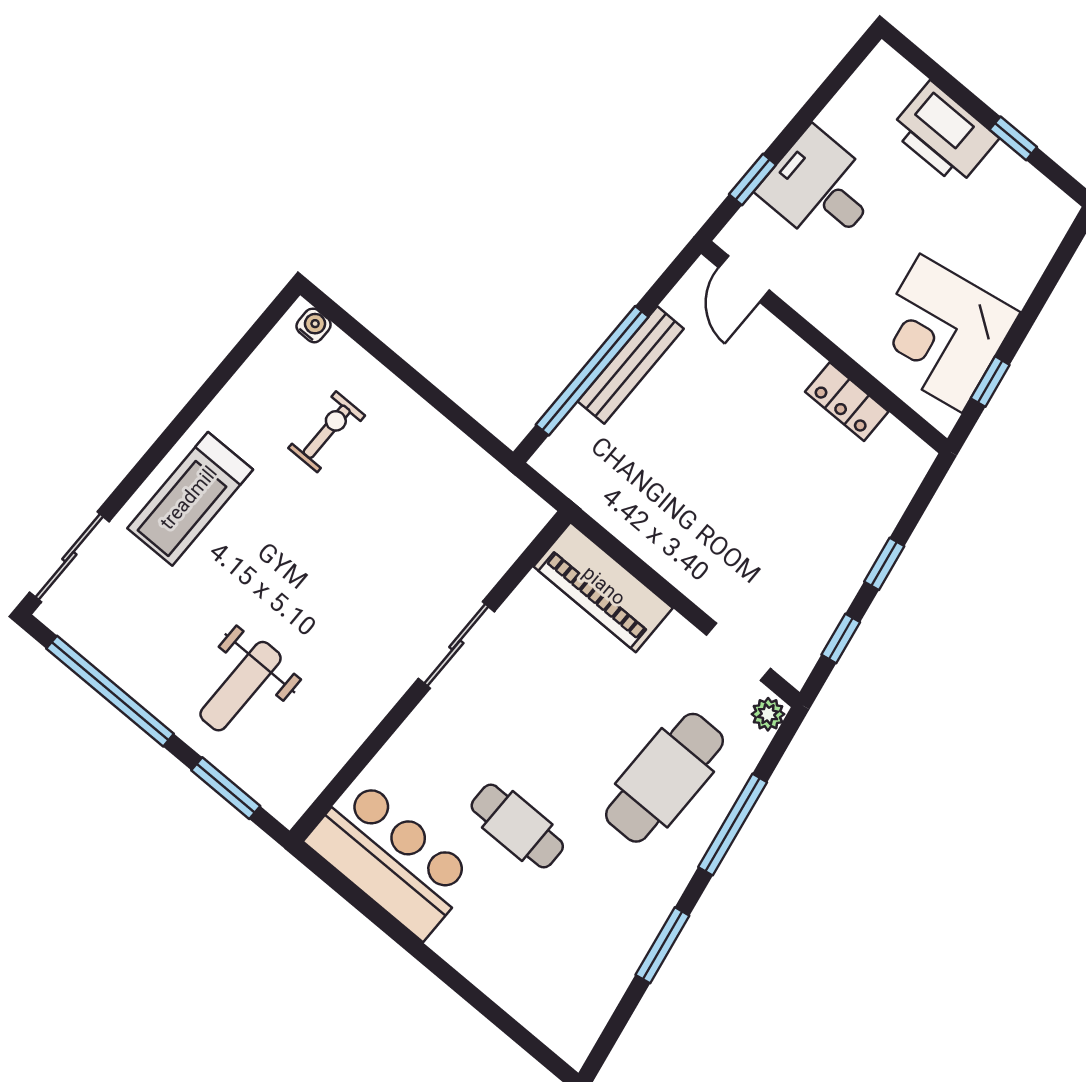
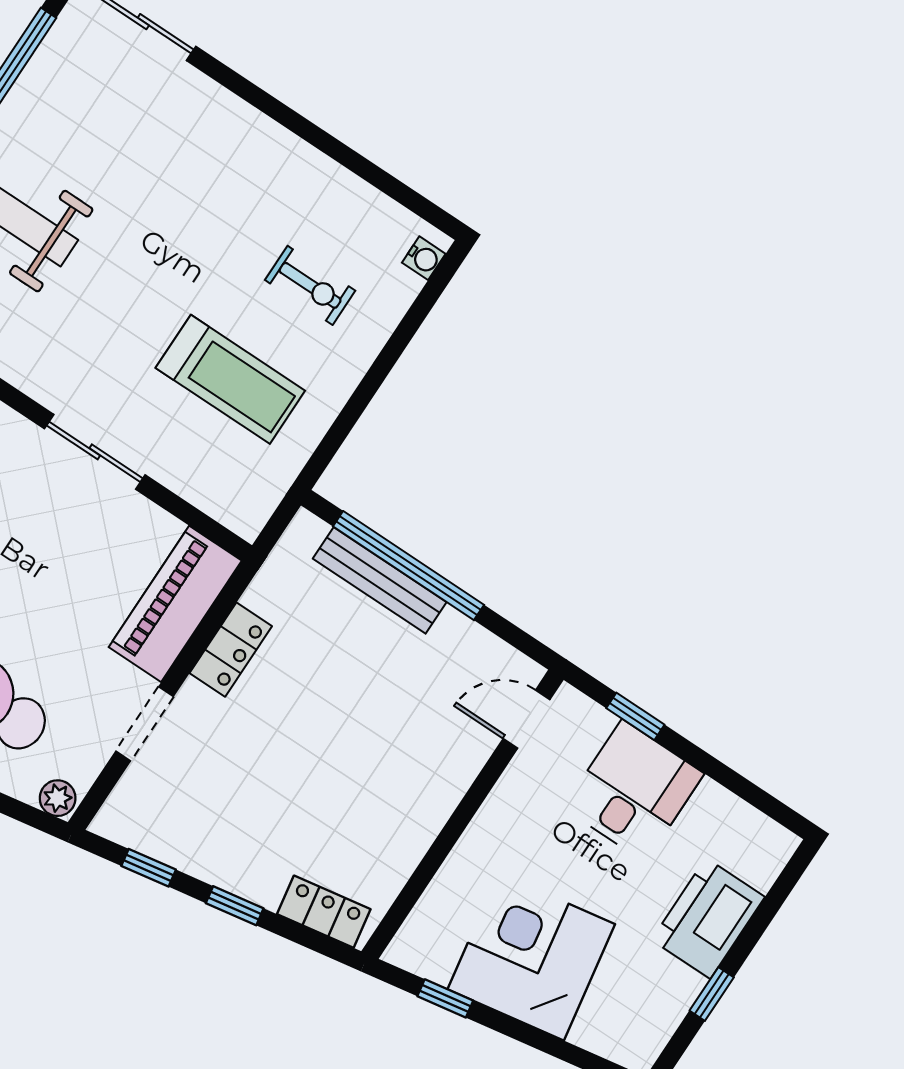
corner desk: (941, 333) -> (531, 957), moved
bench: (631, 365) -> (380, 580), moved
locker: (847, 402) -> (324, 912), moved, turned 80
treadmill: (190, 499) -> (230, 379), moved, turned 180
locker: (650, 541) -> (231, 650), added
doorway: (738, 652) -> (145, 724), moved

